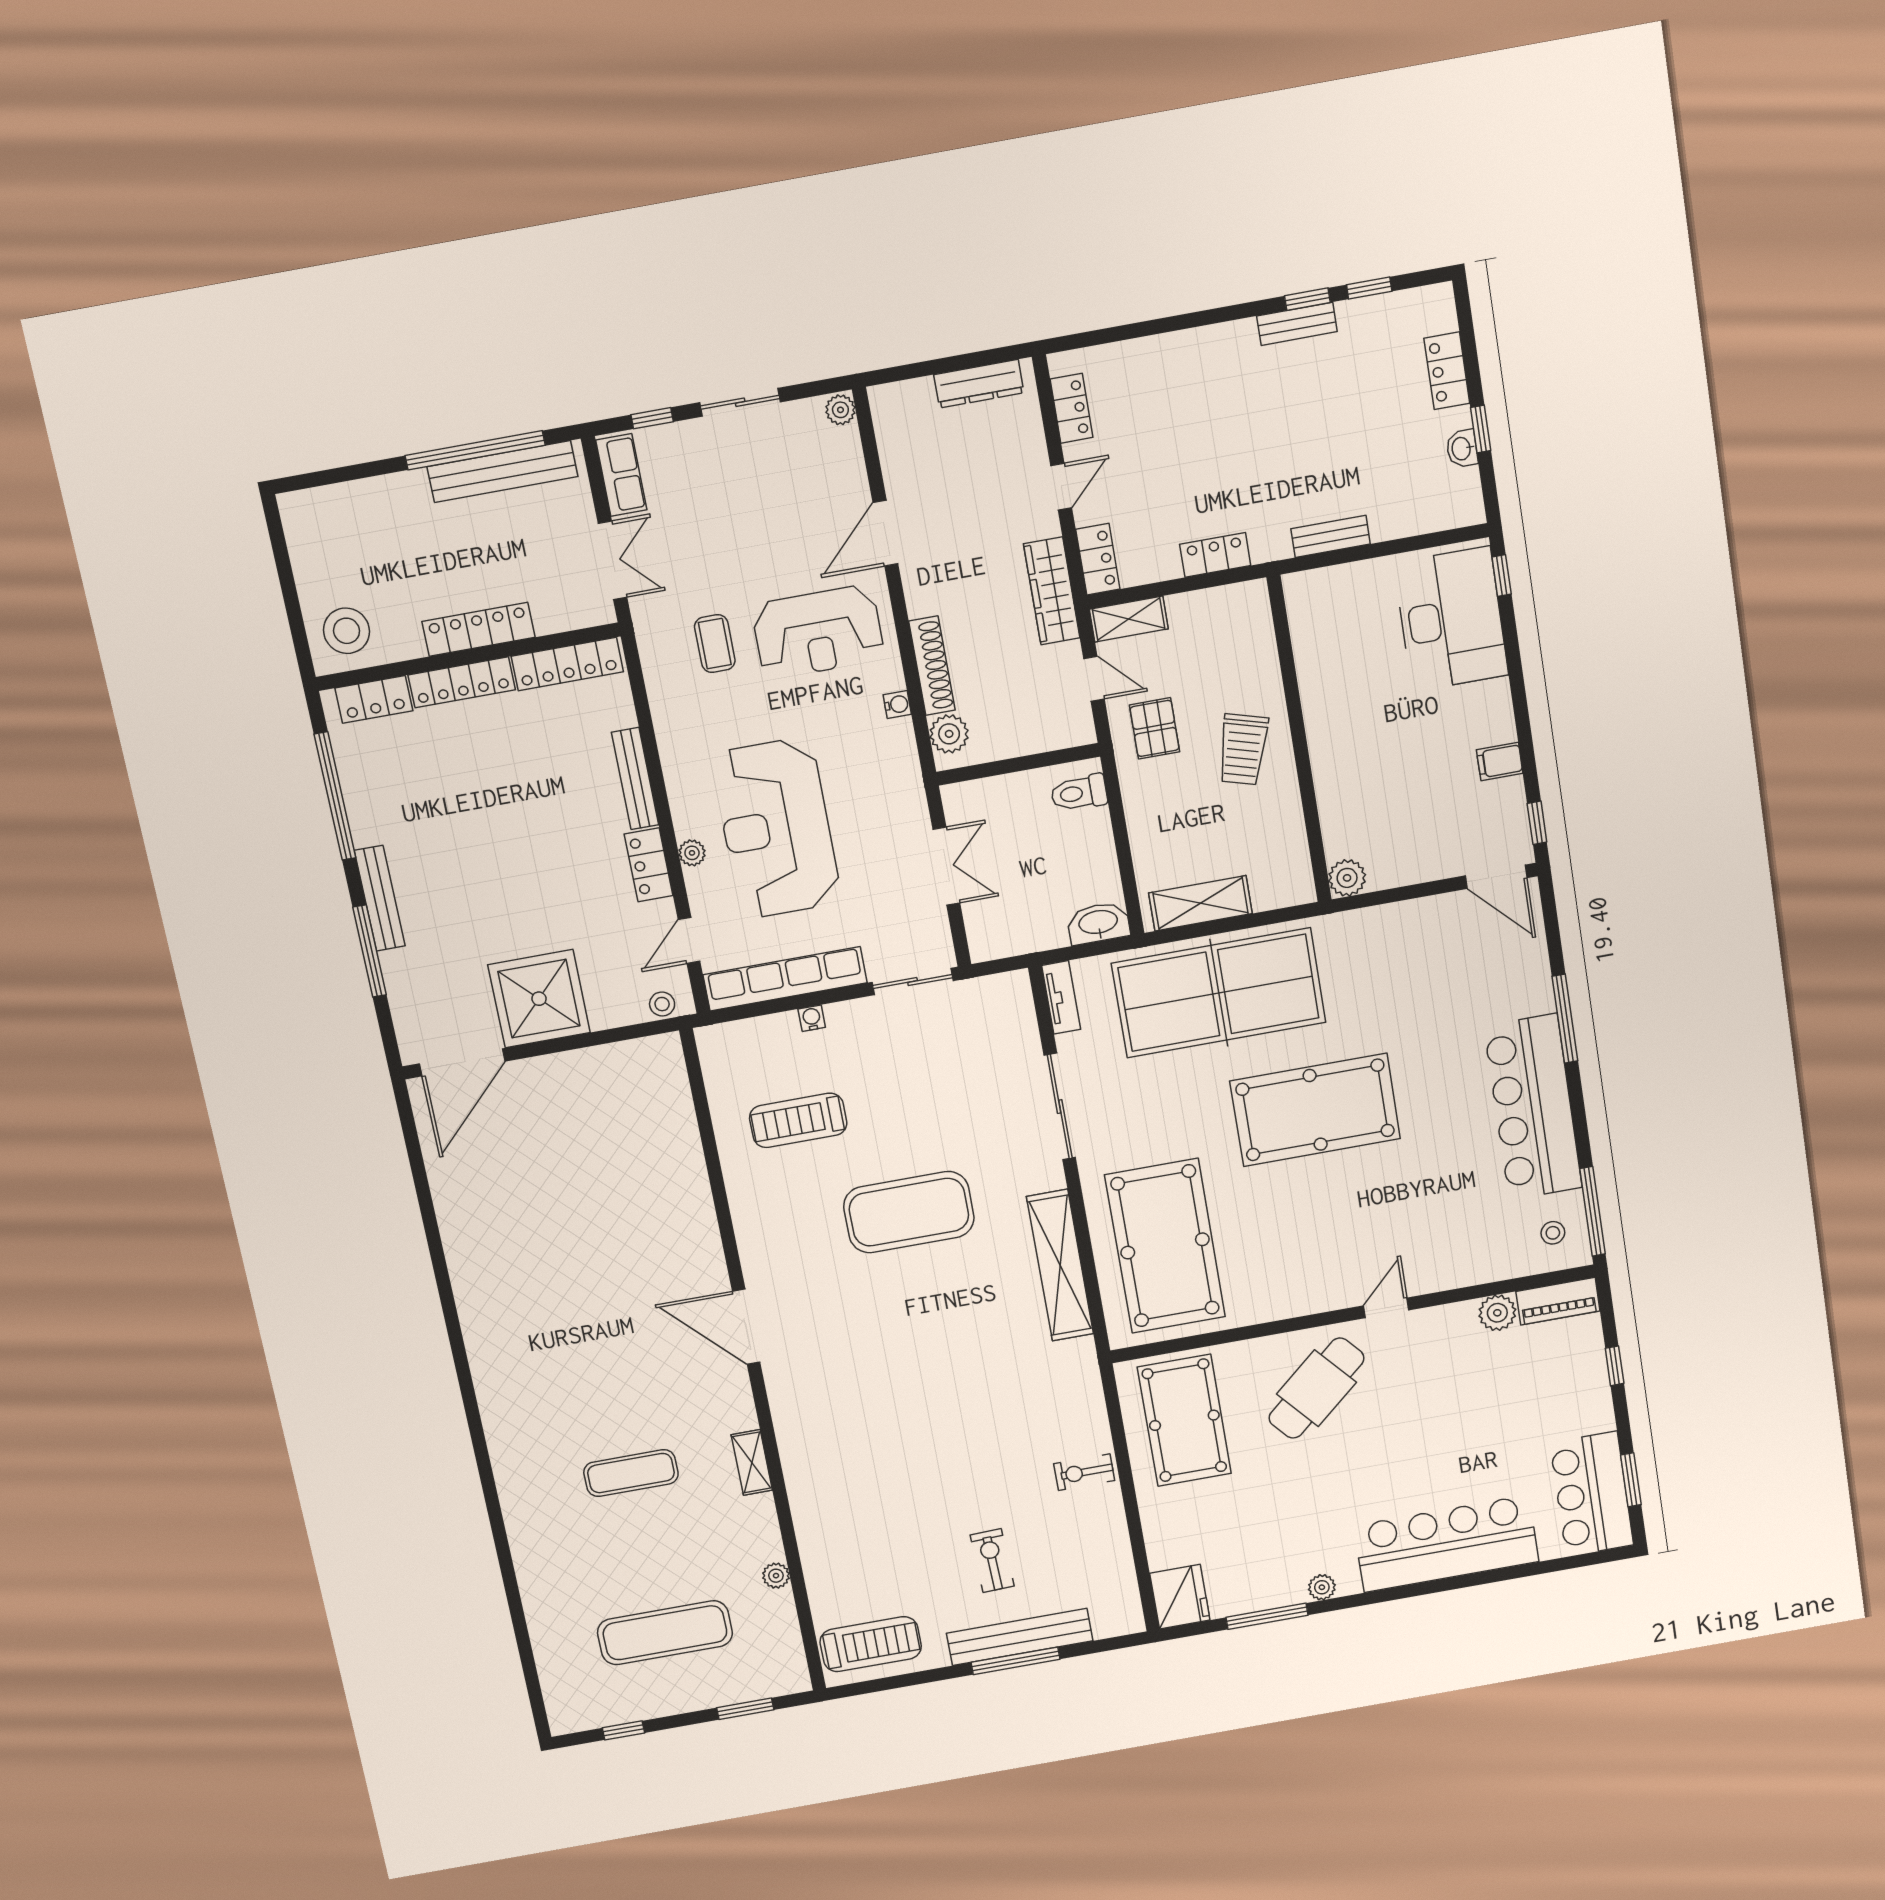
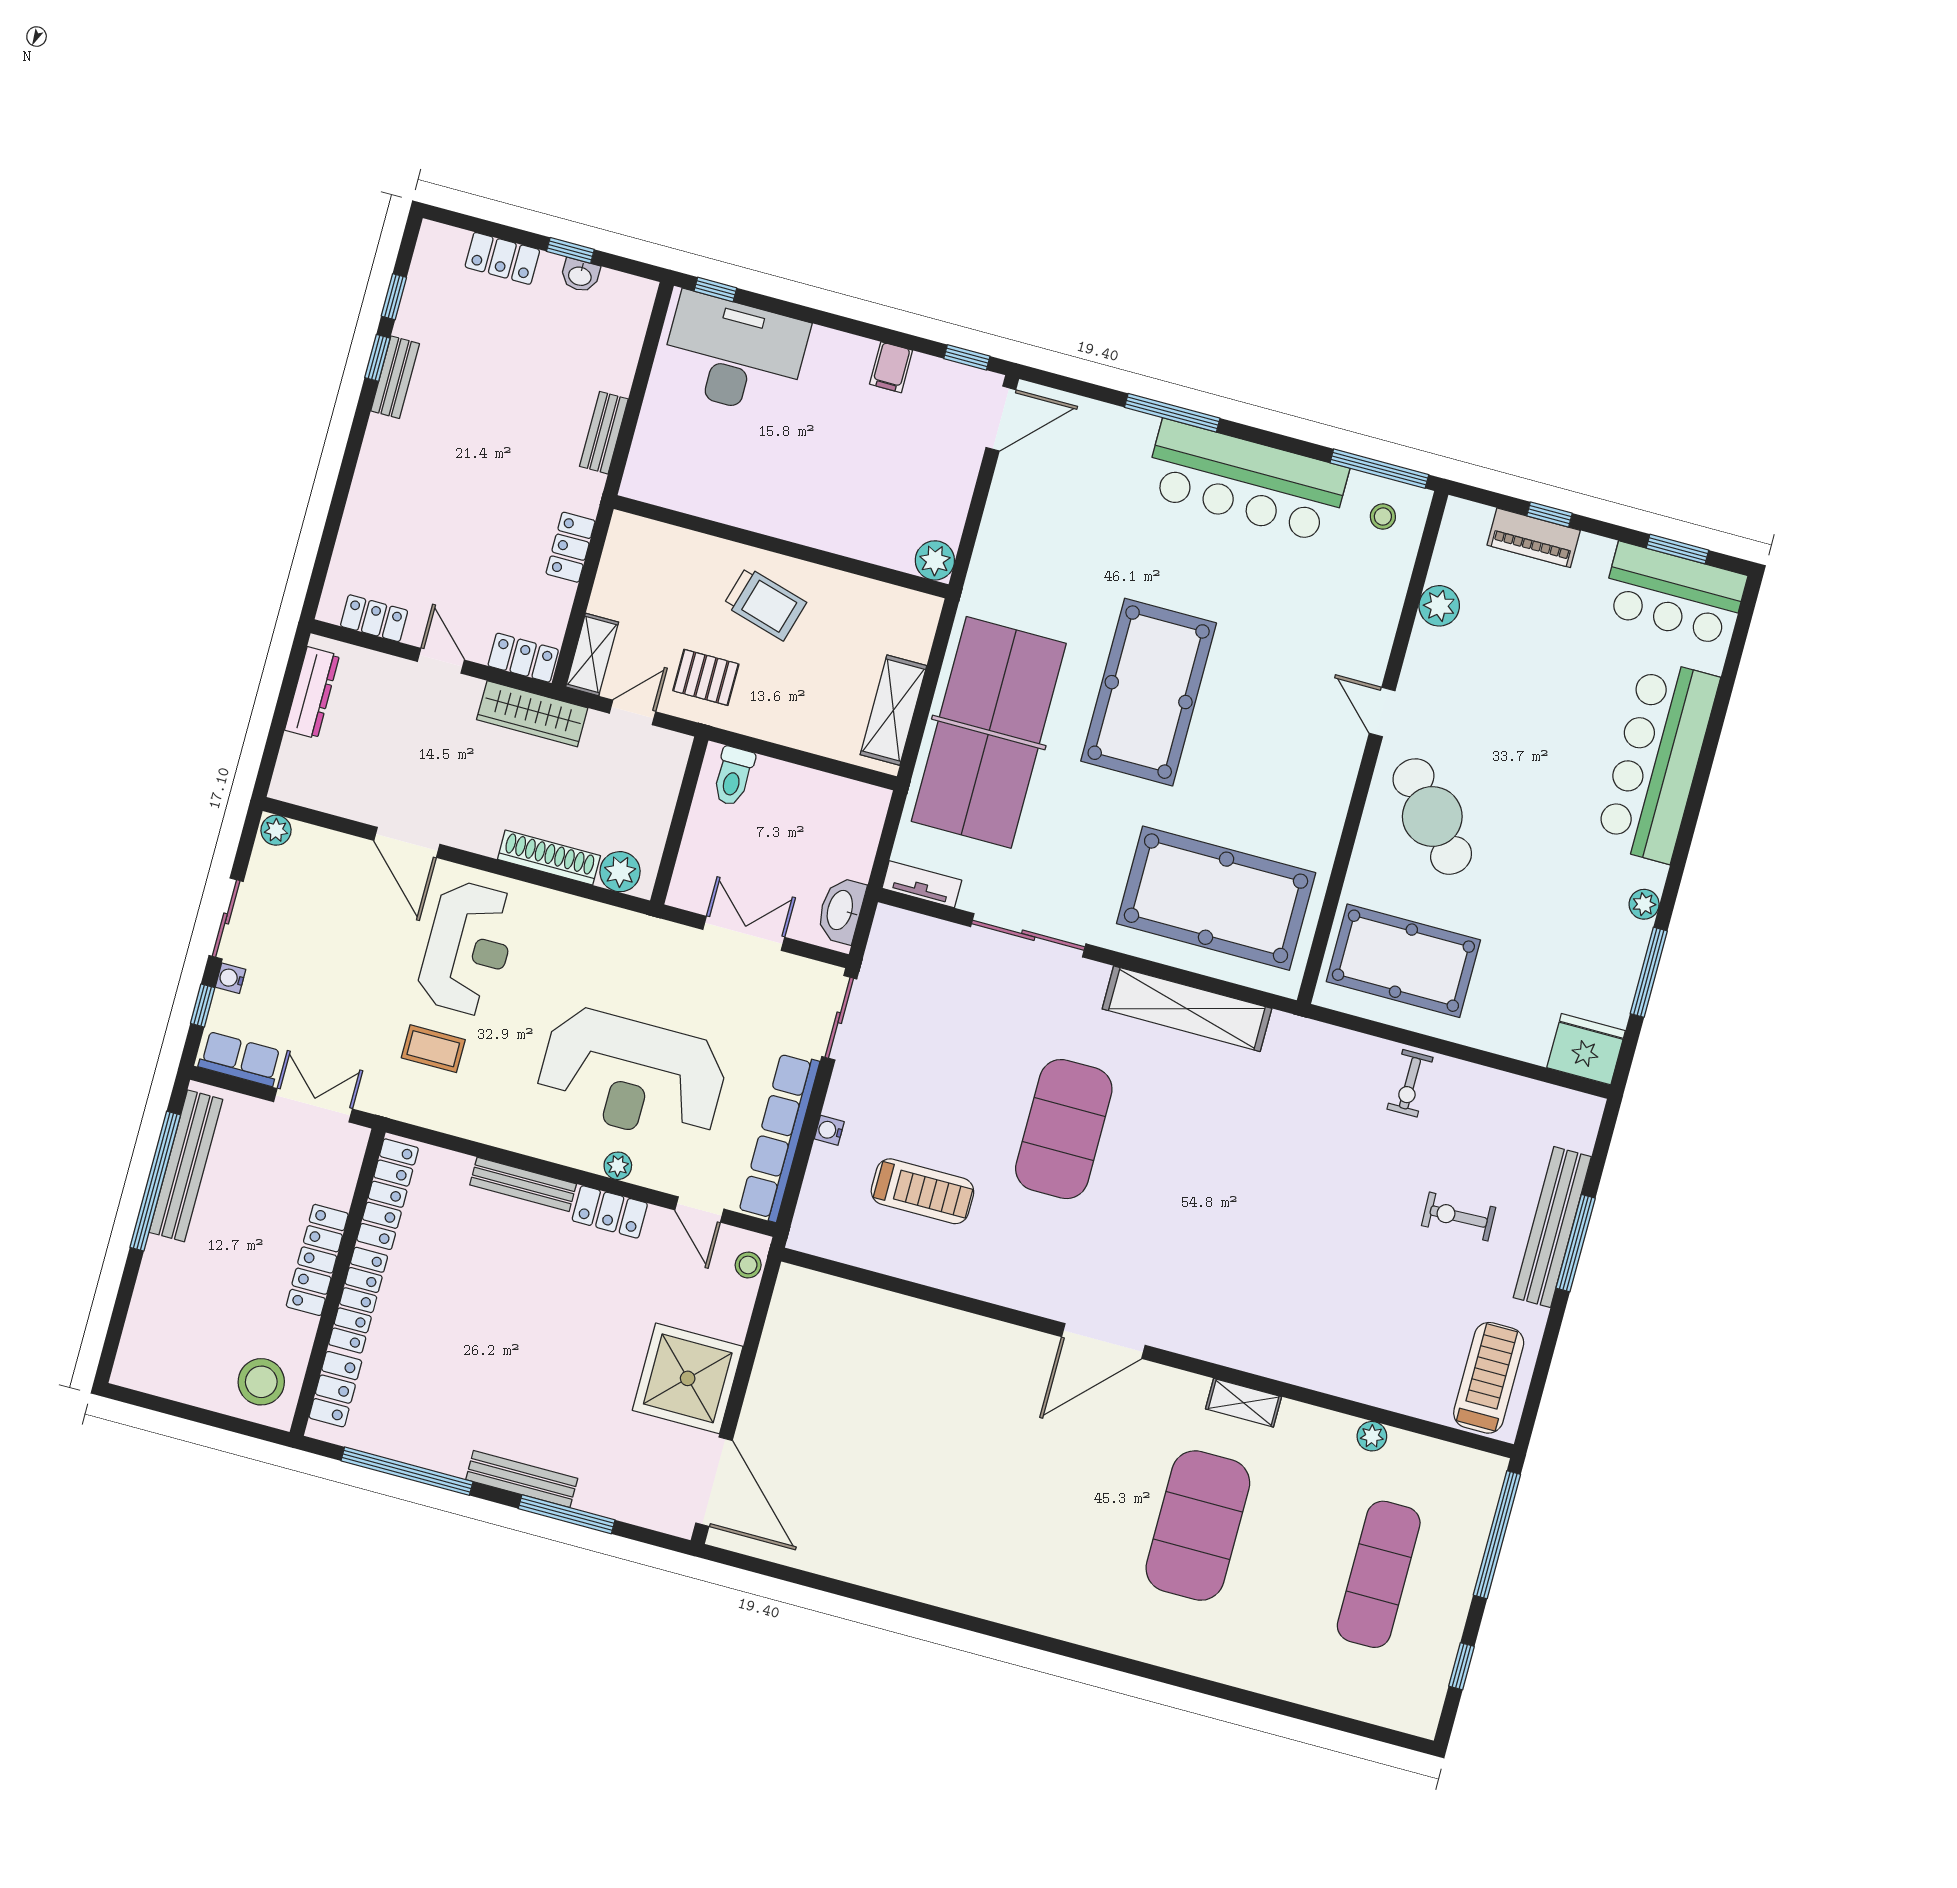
water cooler: (897, 704) -> (231, 978), moved, turned -90
washbasin: (1098, 923) -> (841, 910), moved
treadmill: (798, 1120) -> (922, 1191), turned -90
piano: (1558, 1301) -> (1534, 538), moved, turned 90
exercise mat: (631, 1473) -> (1198, 1526), width x2.00, depth x1.45
window: (745, 1709) -> (1497, 1535), width x2.11

